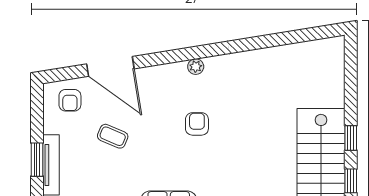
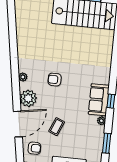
plant: (158, 80) -> (28, 98), added

